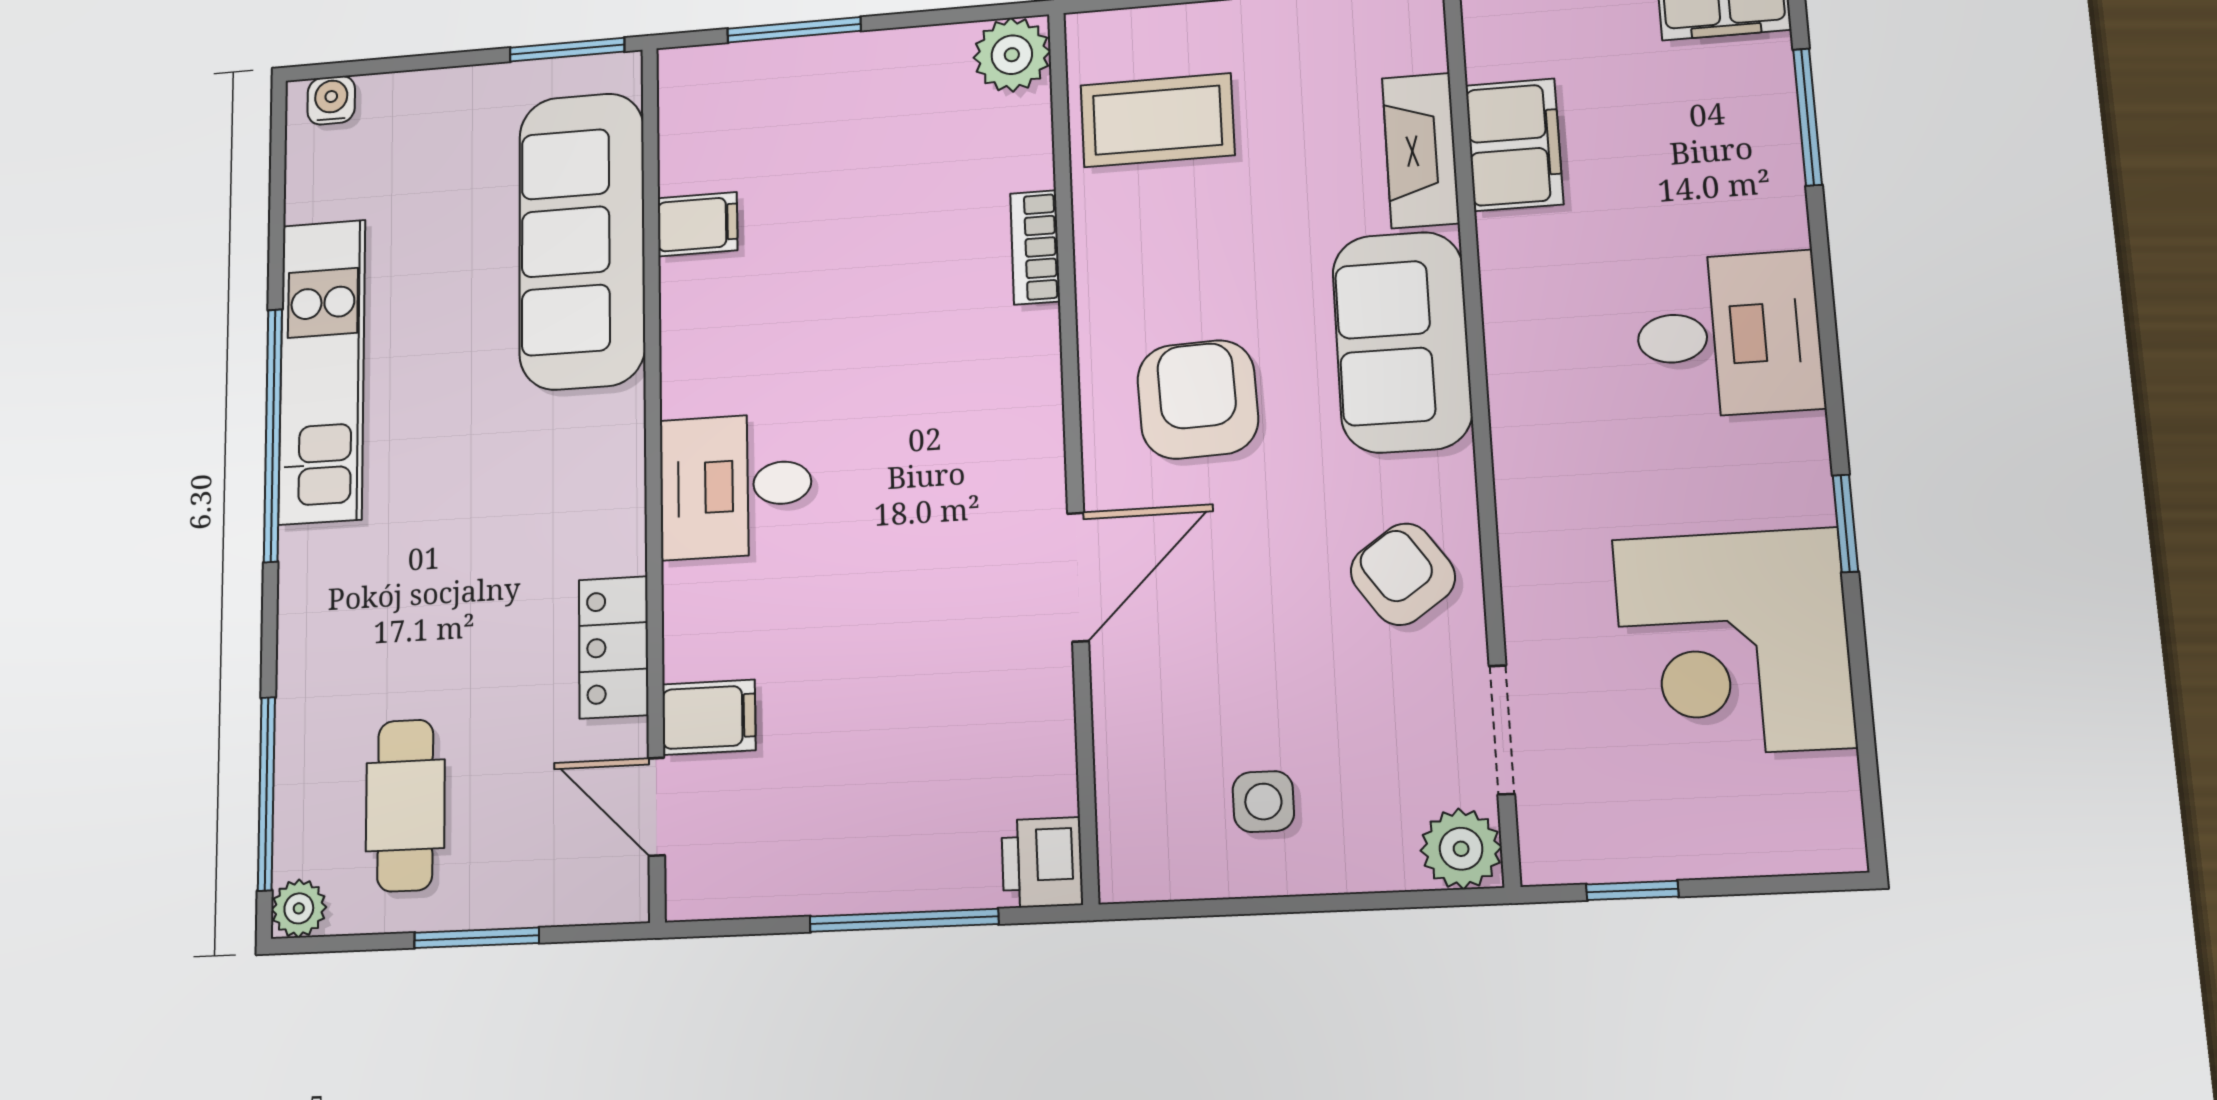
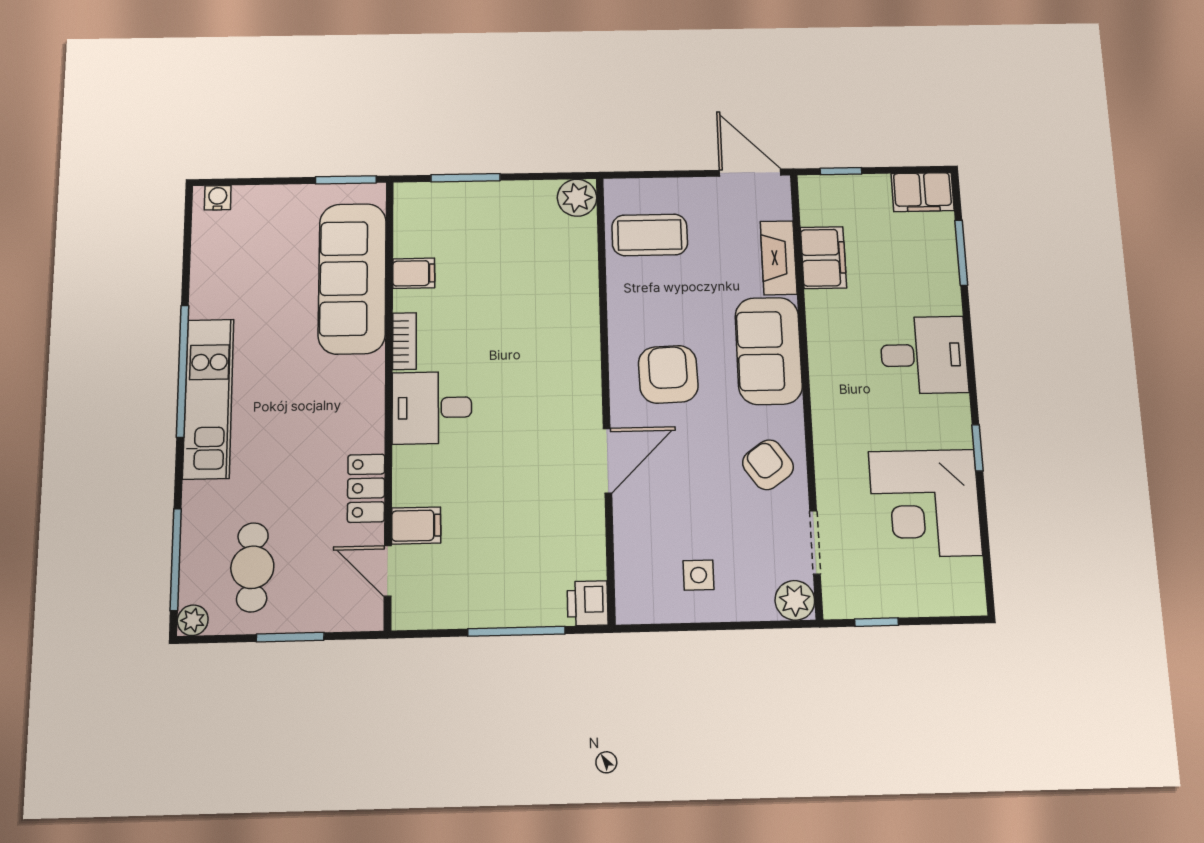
bookcase: (1035, 247) -> (404, 341), moved, turned 180
kitchen unit: (322, 371) -> (208, 399), moved

